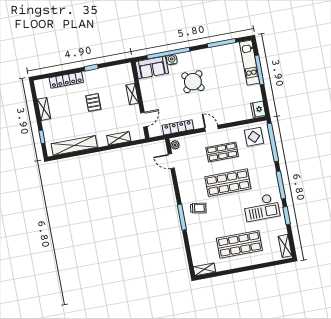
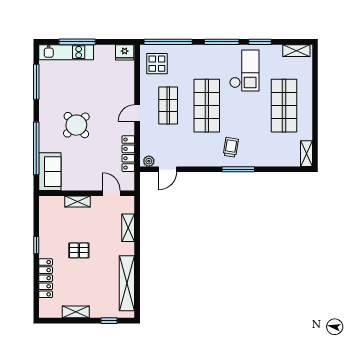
water cooler: (172, 60) -> (45, 146), removed

